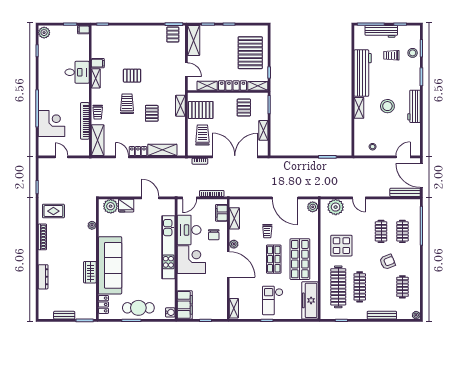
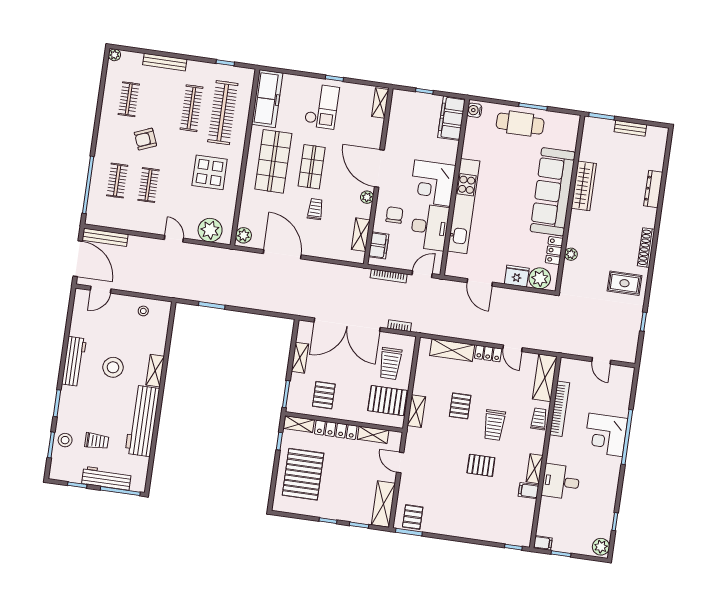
corner desk: (52, 123) -> (606, 435), moved
wardrobe: (90, 272) -> (584, 186), width x1.50
locker: (103, 304) -> (554, 251), moved

